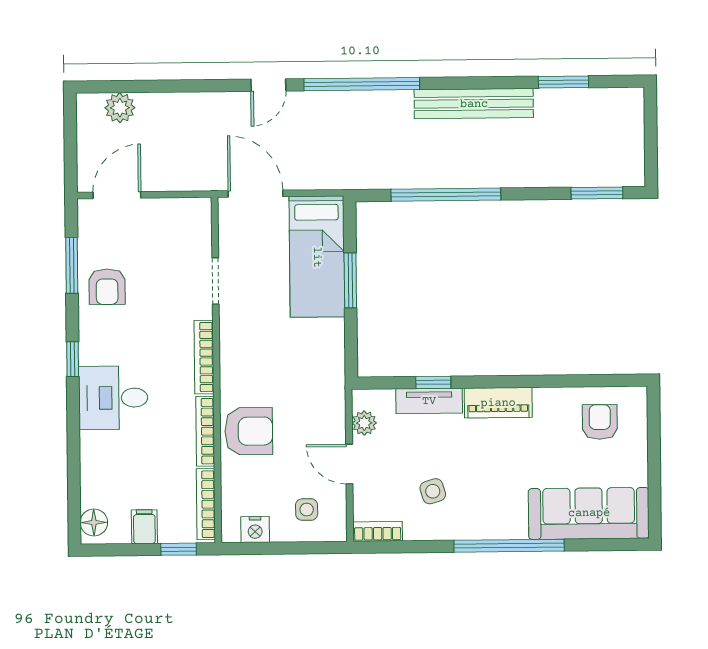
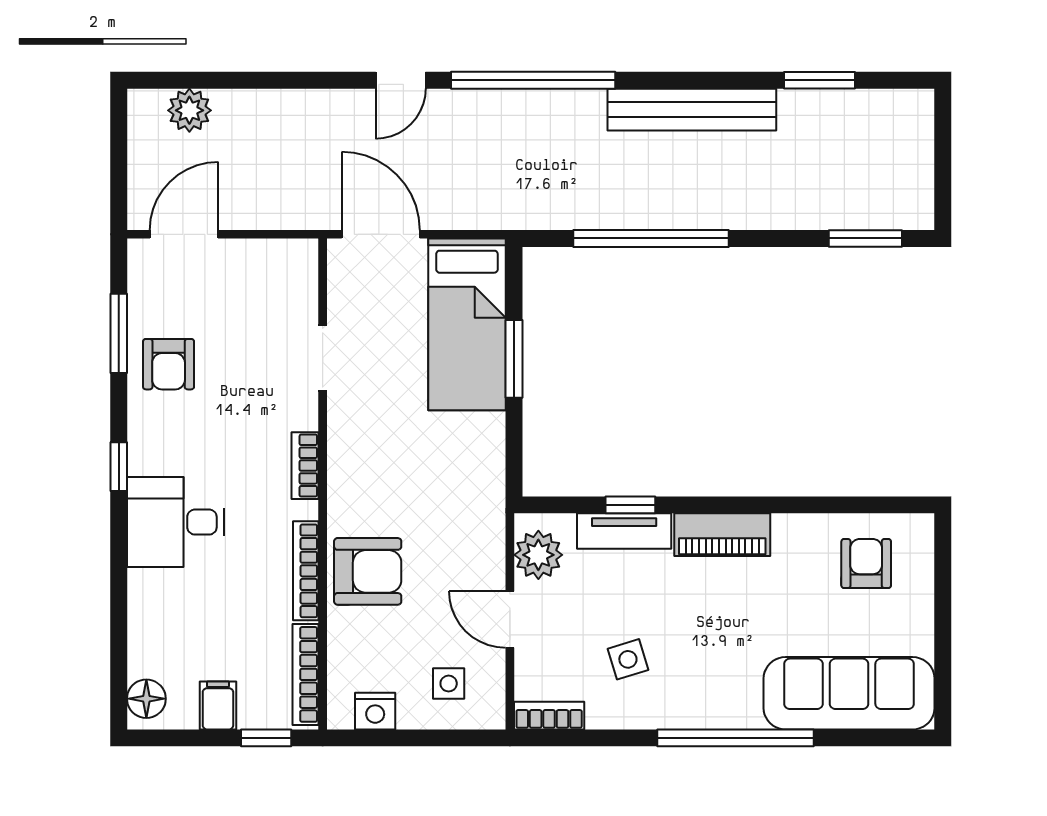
bookcase: (204, 357) -> (305, 466), width x0.64
plant: (364, 423) -> (538, 555), width x1.38, depth x1.38

